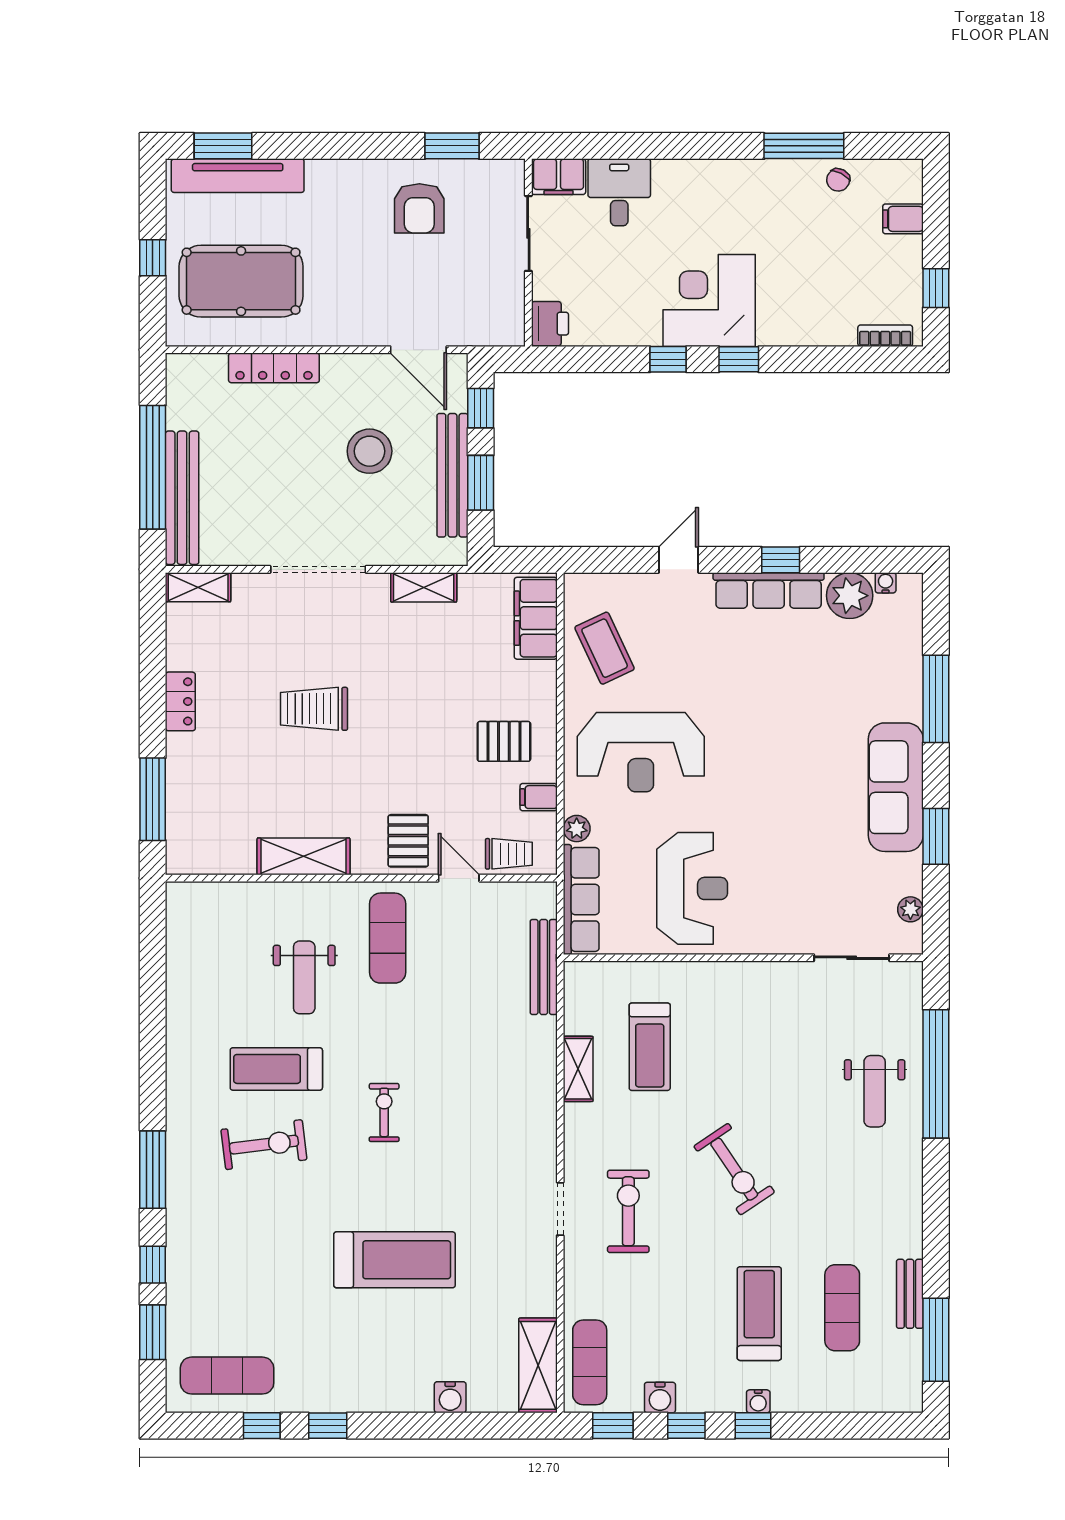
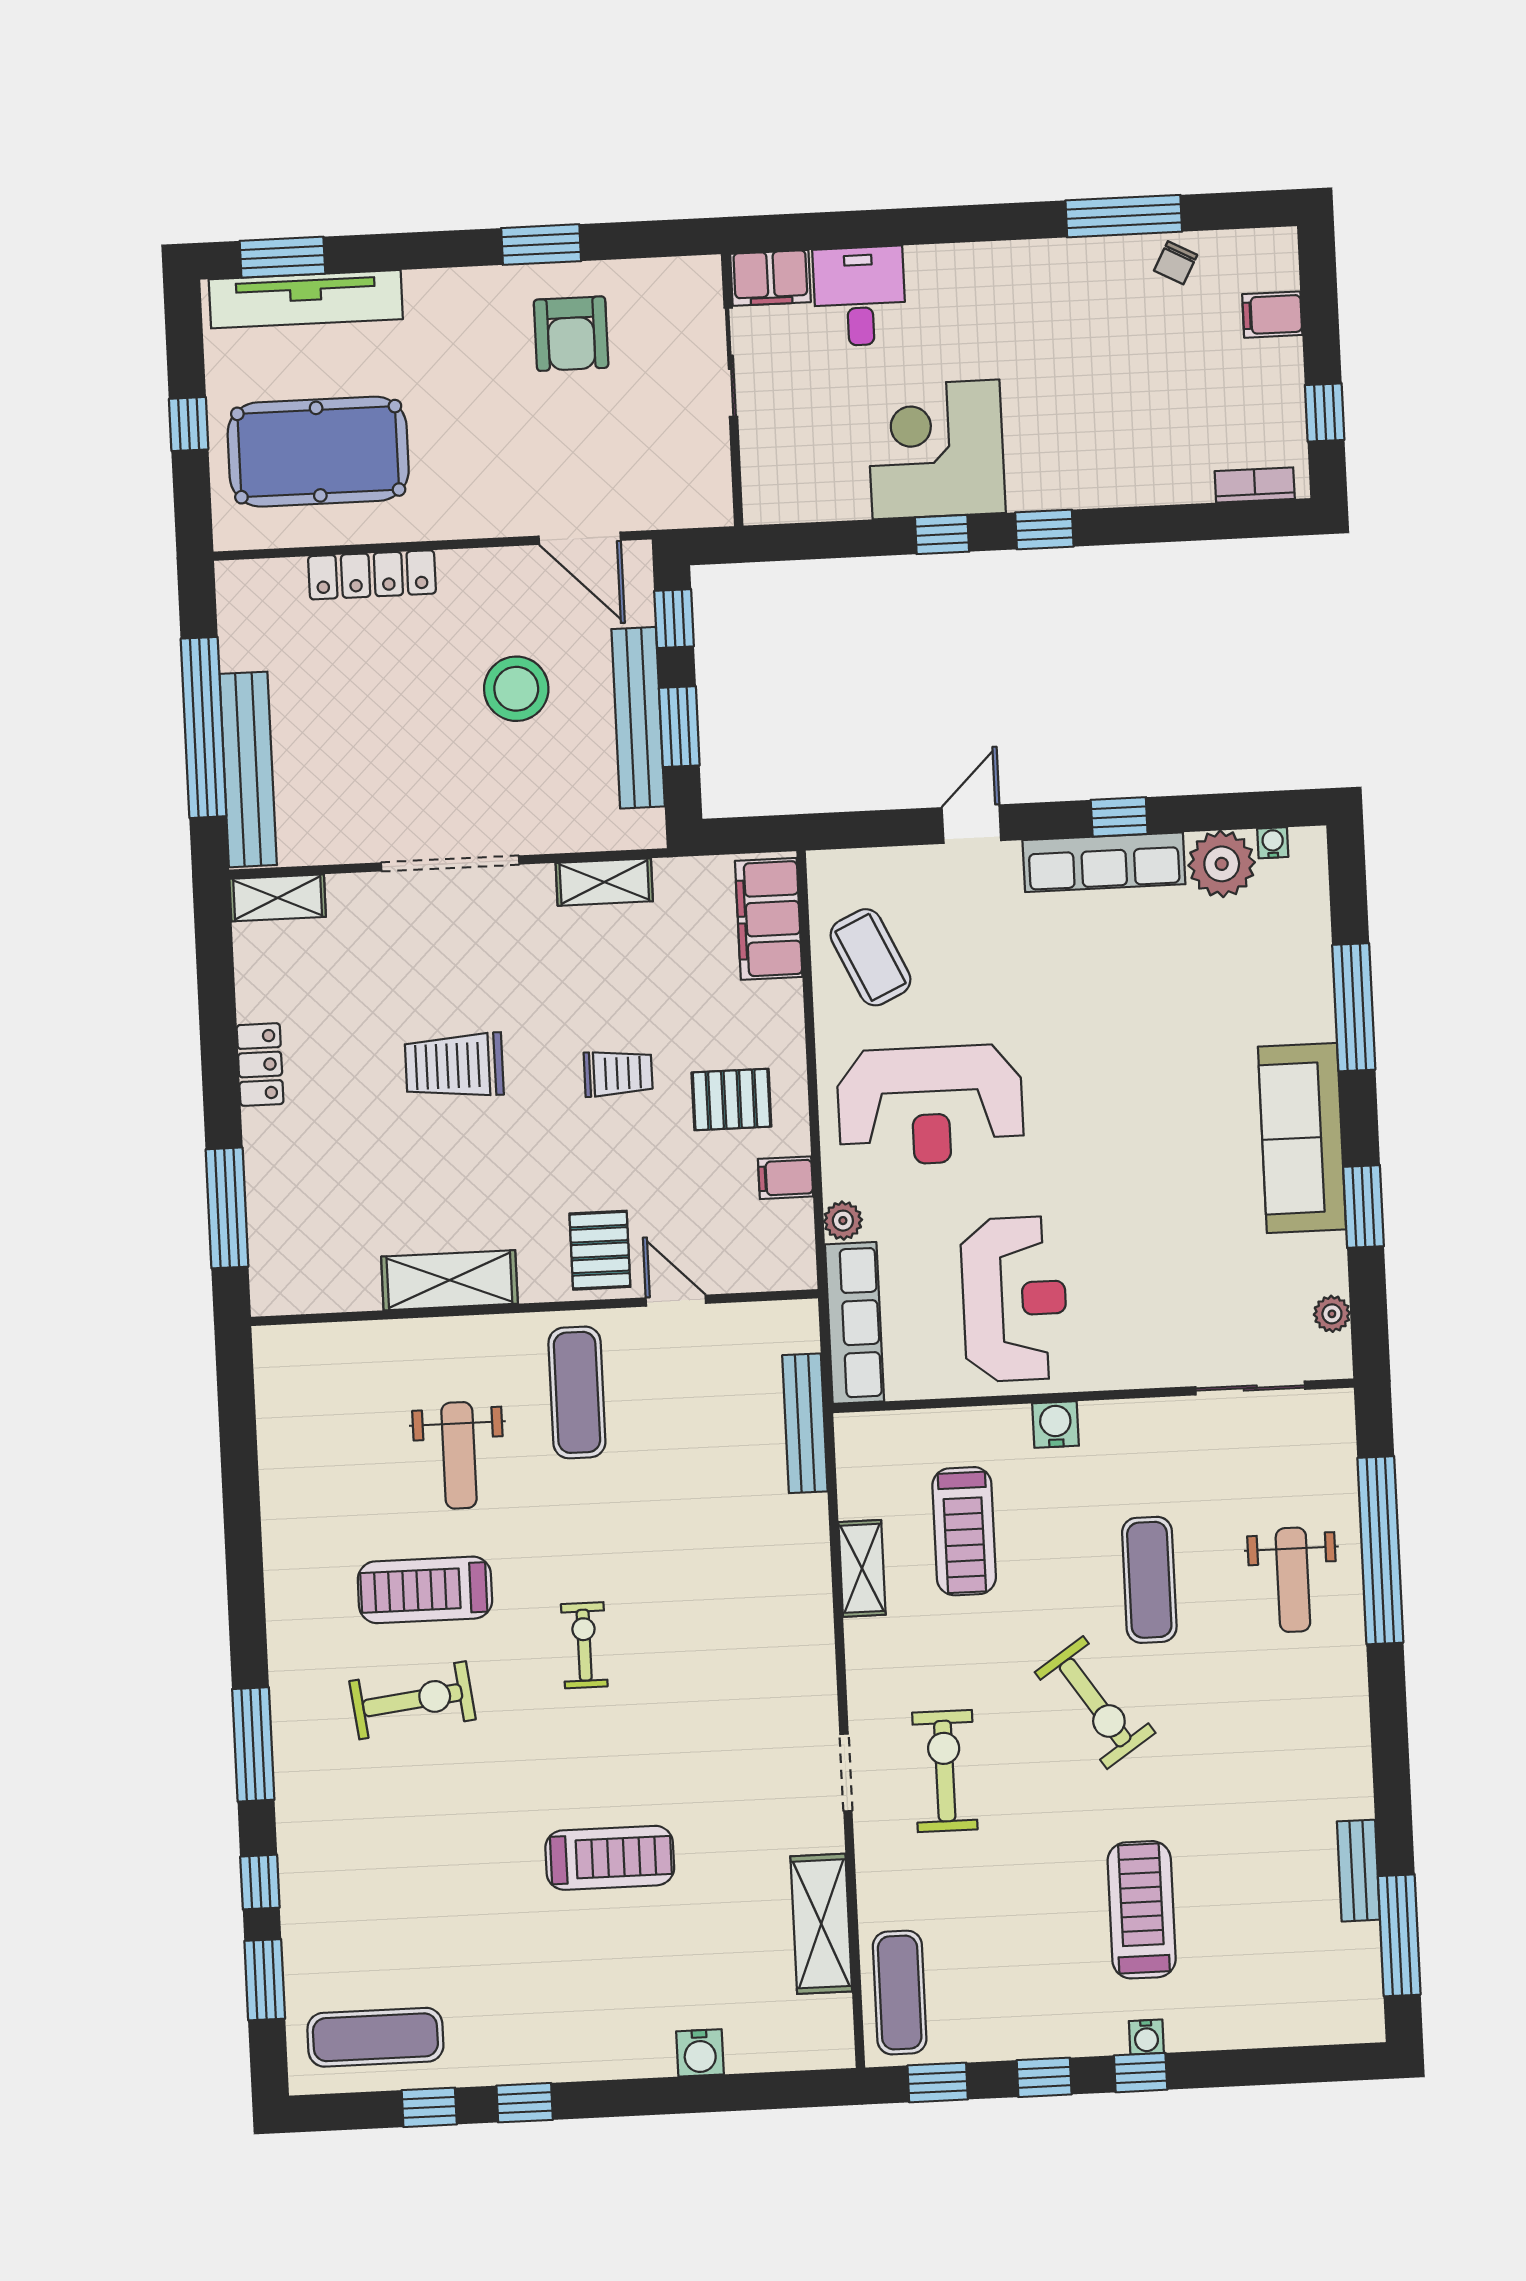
window: (452, 146) -> (541, 245), moved
corner desk: (709, 300) -> (936, 449), moved
printer: (550, 324) -> (768, 491), removed
trolley: (509, 854) -> (618, 1073), moved
treadmill: (395, 1260) -> (610, 1858), width x0.73, depth x0.73
exercise mat: (842, 1308) -> (1149, 1580), moved
shelving: (538, 1365) -> (821, 1924), moved
water cooler: (660, 1398) -> (1056, 1424), moved, turned 180

